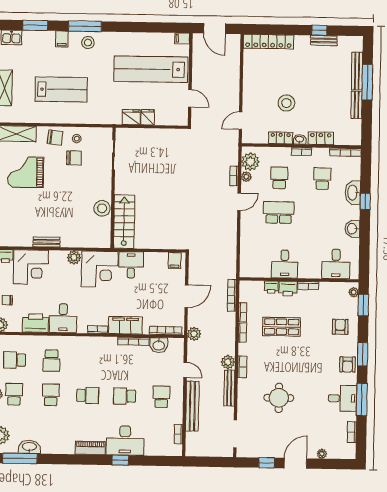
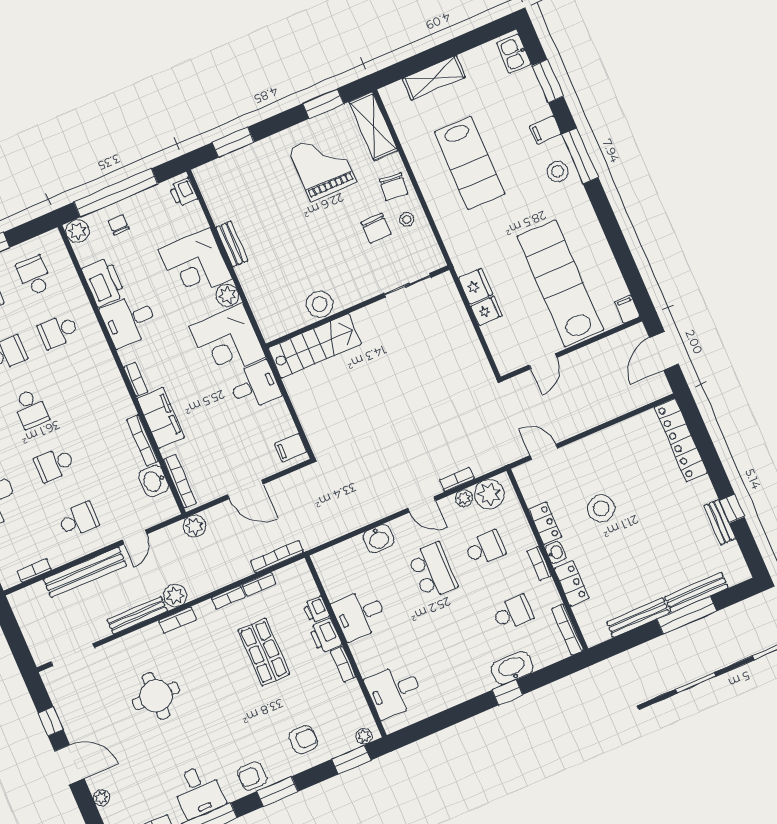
bench: (357, 105) -> (638, 618), width x1.36
washbasin: (352, 229) -> (379, 539), moved, turned 180
corner desk: (31, 267) -> (195, 264), moved
school desk: (125, 396) -> (54, 464), turned -90

